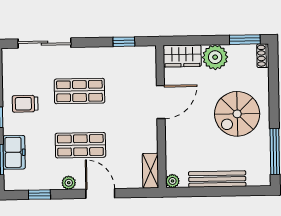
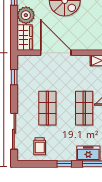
door: (161, 102) -> (56, 53), width x1.36
trolley: (25, 104) -> (40, 146), moved

